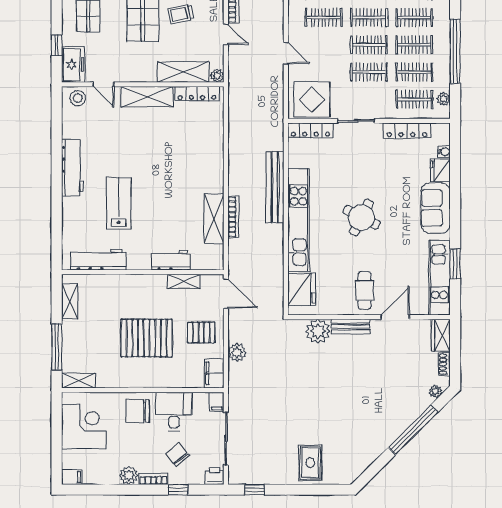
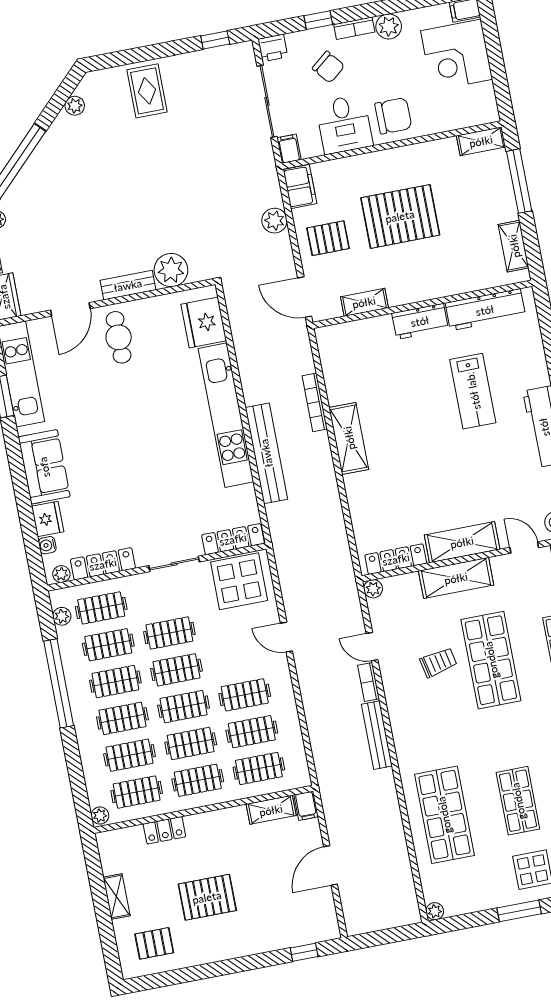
shelving: (183, 72) -> (456, 578), moved
plant: (438, 129) -> (61, 574), added
round table: (362, 217) -> (142, 435), removed
shelving: (214, 219) -> (349, 438), moved
workbench: (171, 260) -> (420, 321), moved
corner desk: (84, 427) -> (457, 55), moved
plant: (364, 462) -> (75, 106), added

